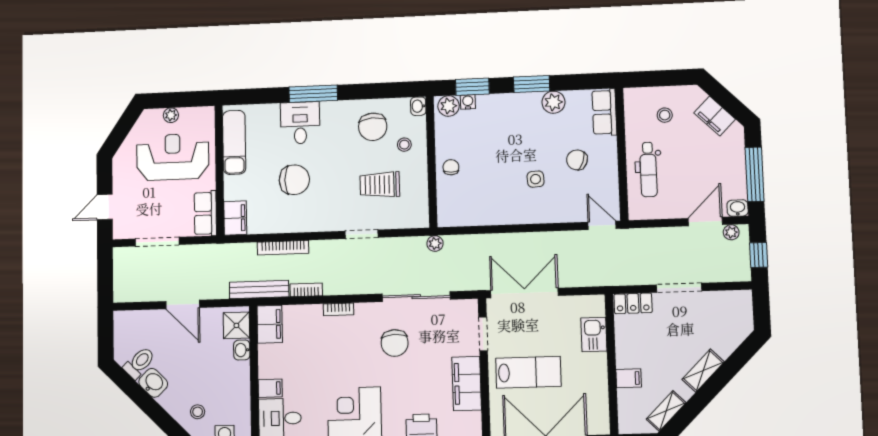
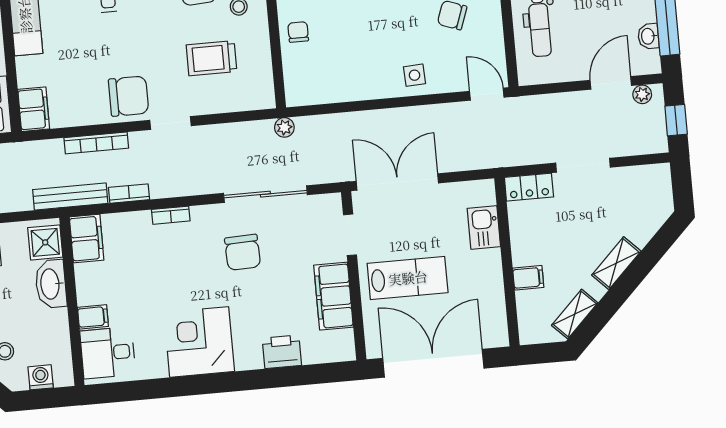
side table: (536, 179) -> (414, 75), moved
chair: (294, 180) -> (129, 96), moved
washbasin: (738, 208) -> (648, 36), moved, turned -90
doorway: (361, 234) -> (170, 123), moved
washbasin: (242, 350) -> (51, 284), width x1.91, depth x1.45

